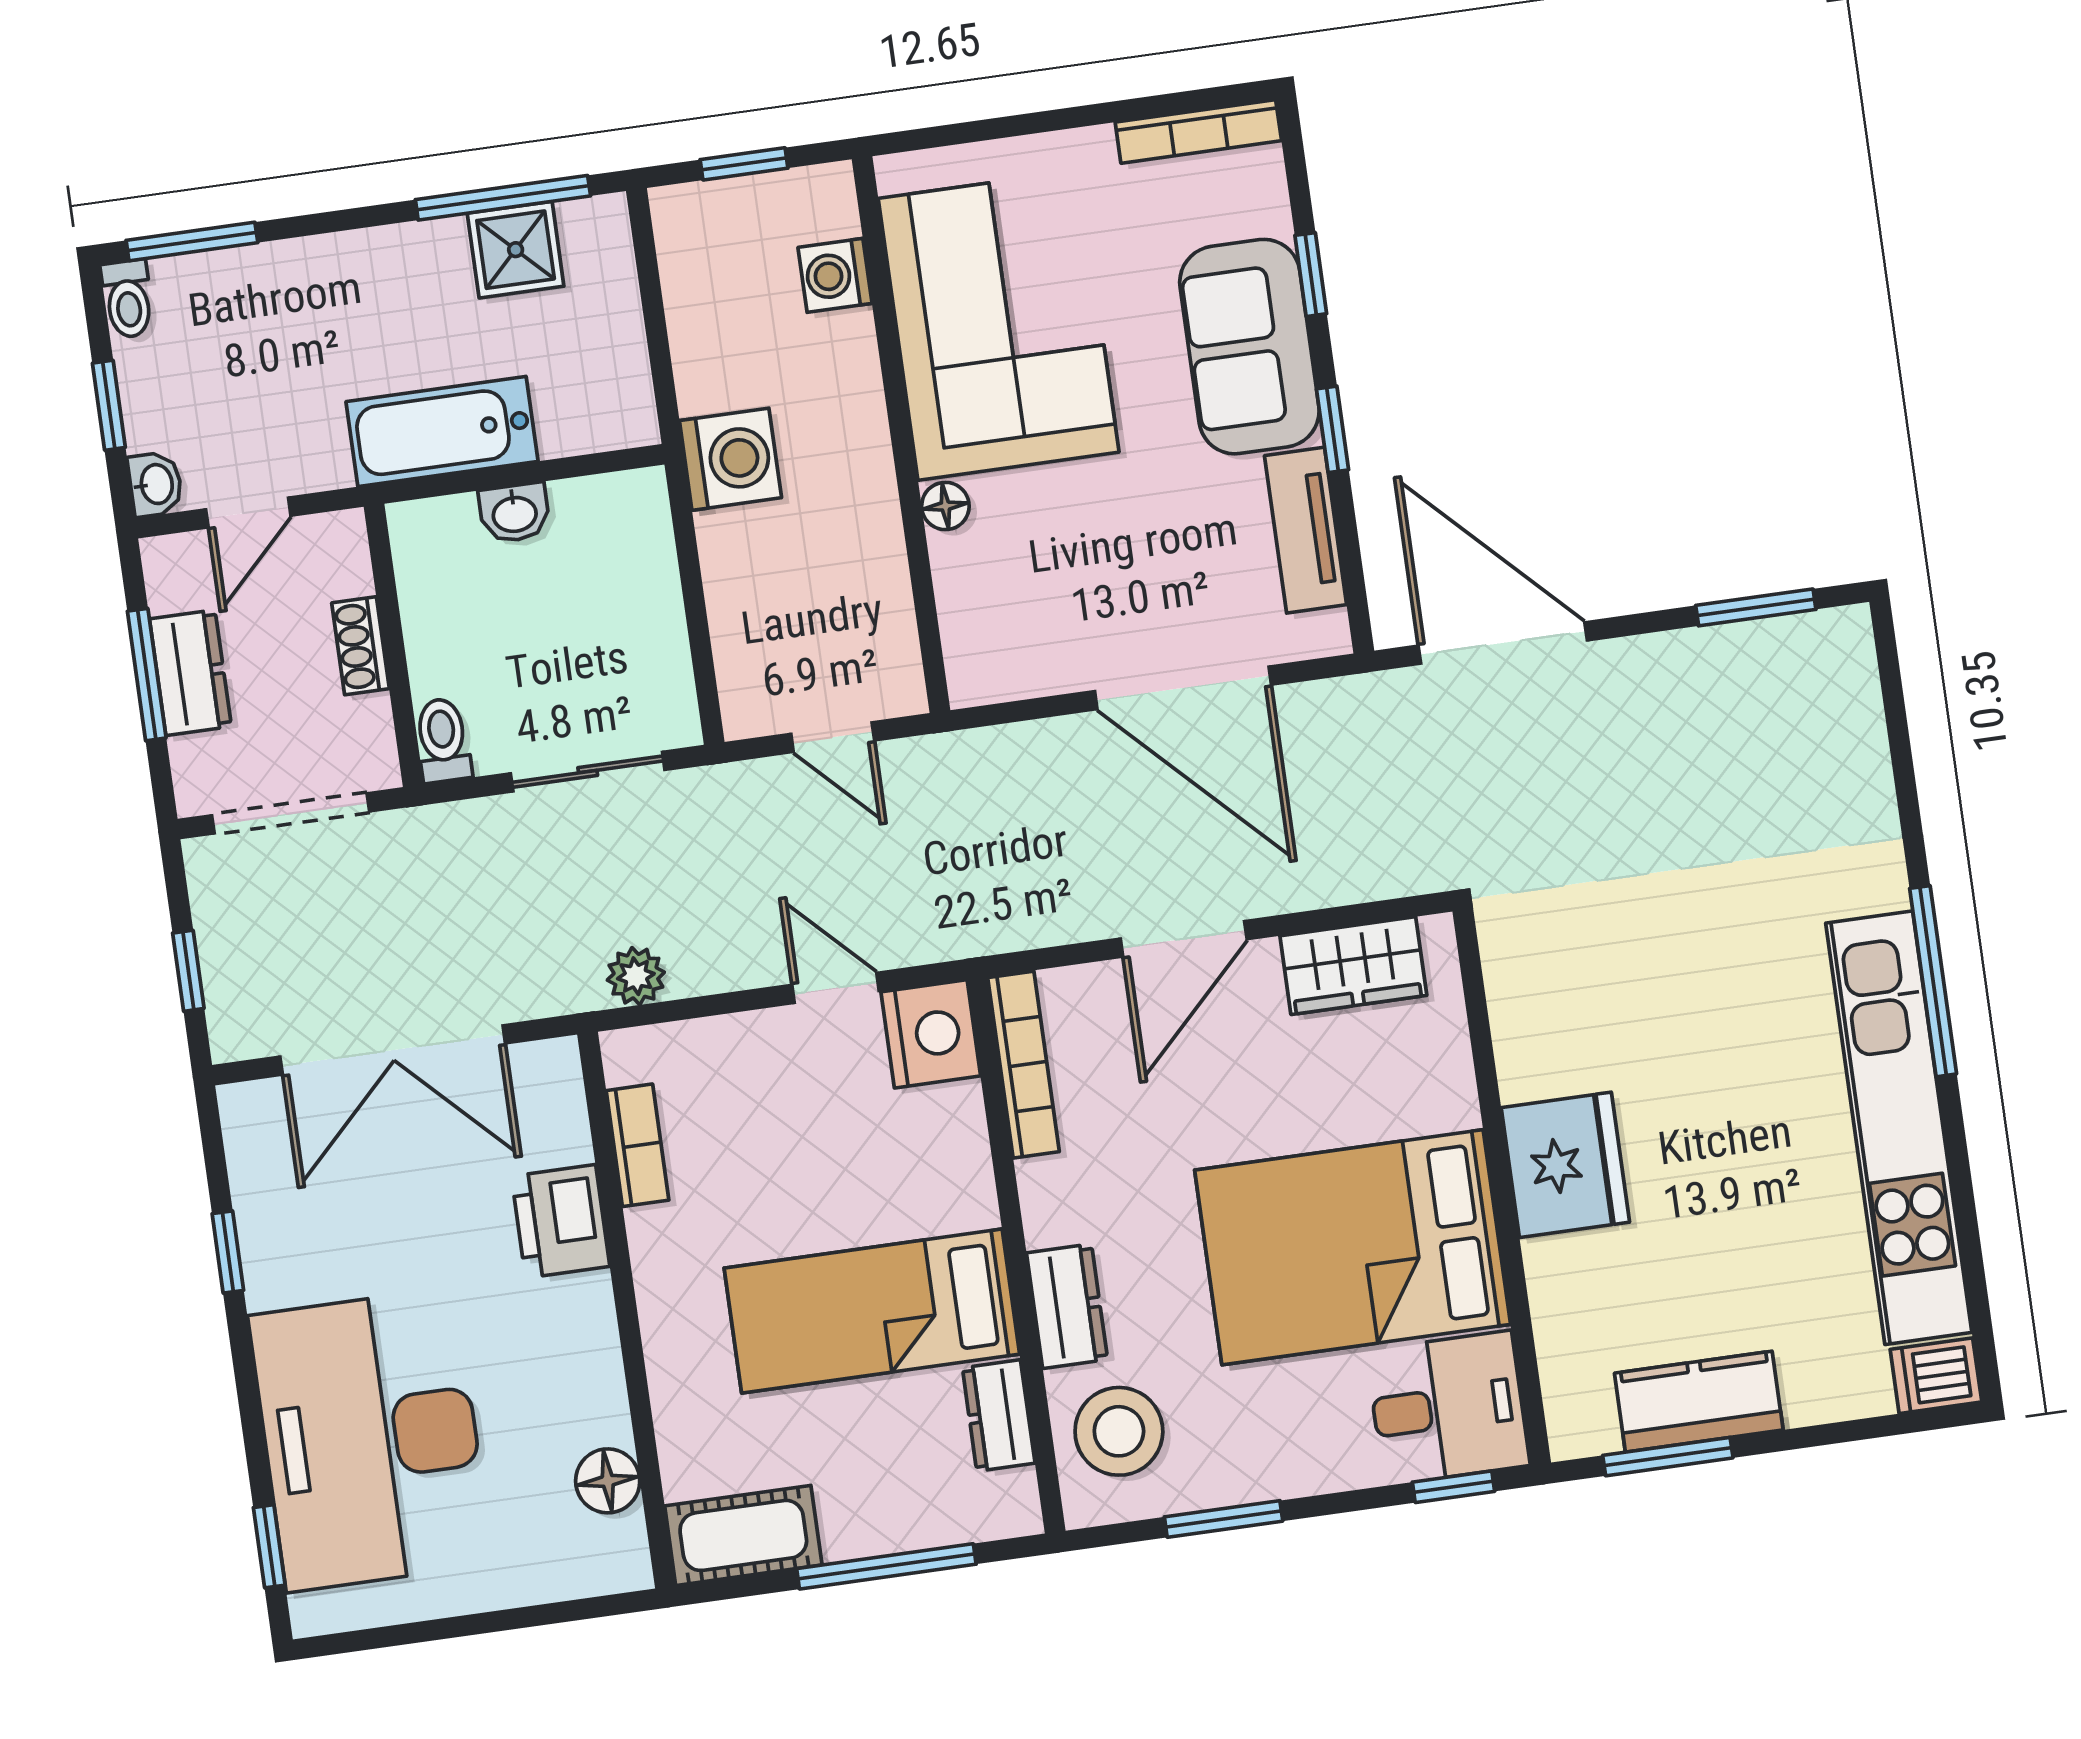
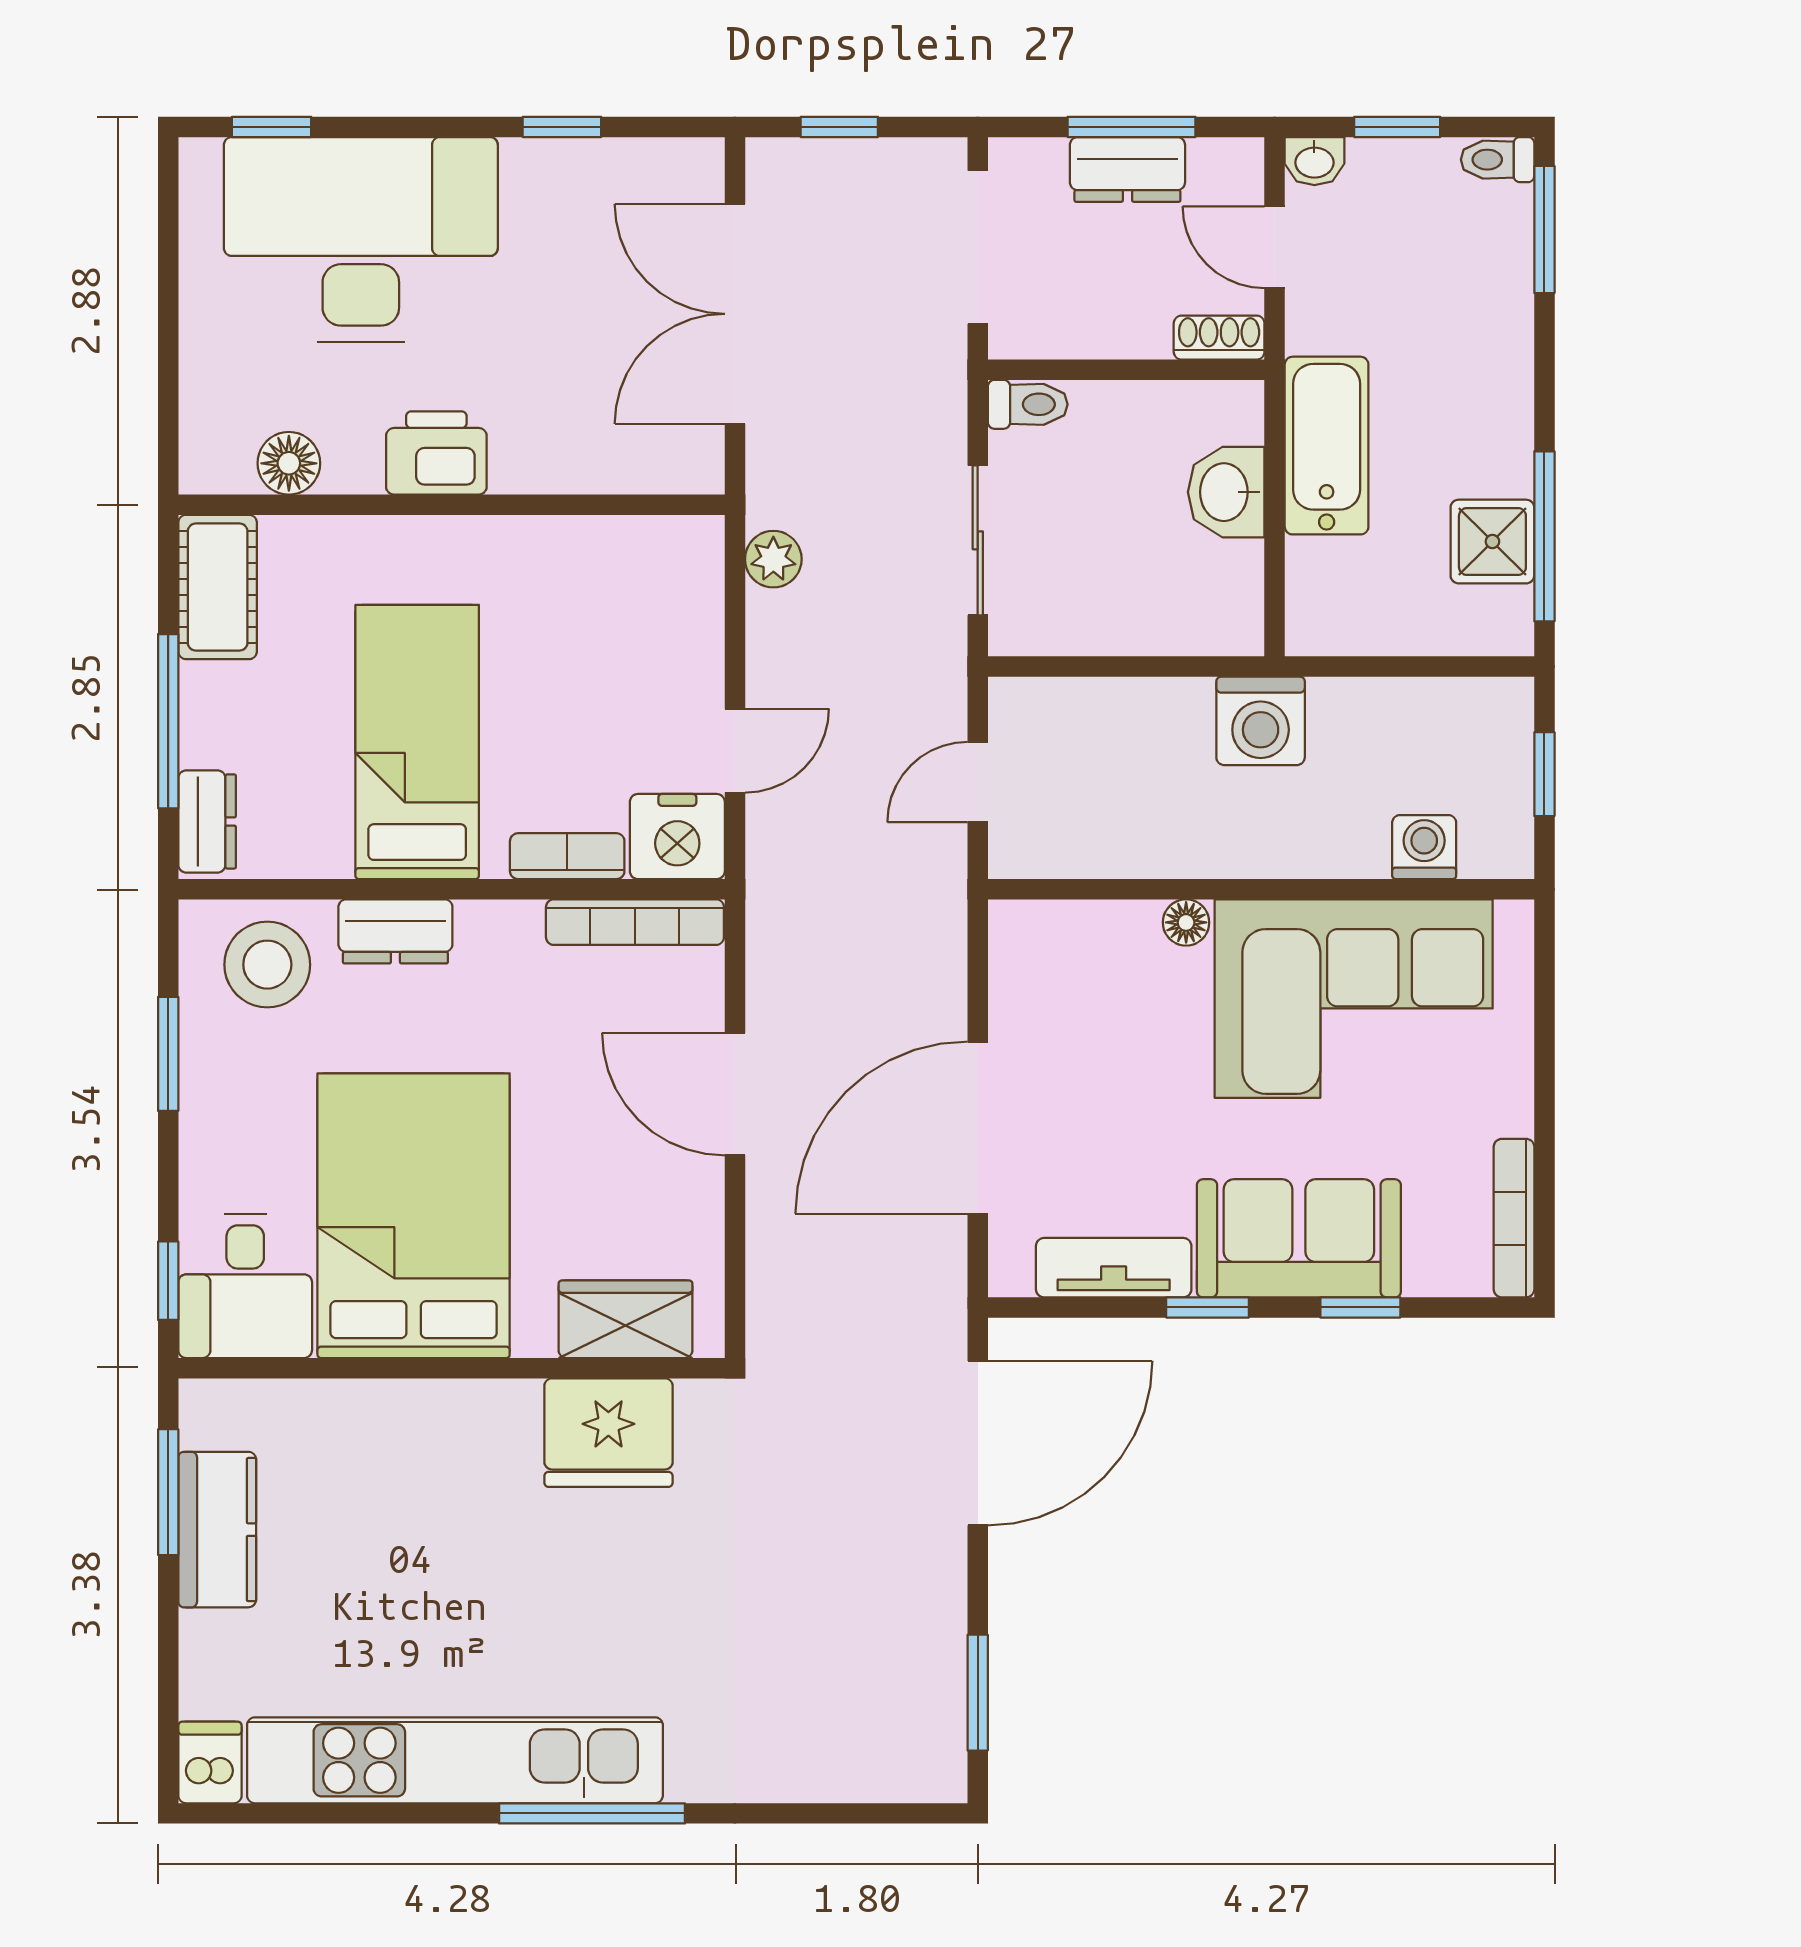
washbasin: (514, 513) -> (1226, 492), width x1.38, depth x1.45
shoe rack: (360, 646) -> (1219, 338), moved
wardrobe: (1353, 966) -> (625, 1319), moved, turned 90
bookcase: (638, 1145) -> (567, 856), moved, turned 180
fridge: (1565, 1165) -> (608, 1433), moved
printer: (561, 1221) -> (436, 453), moved
dresser: (999, 1415) -> (207, 821), moved, turned 90

